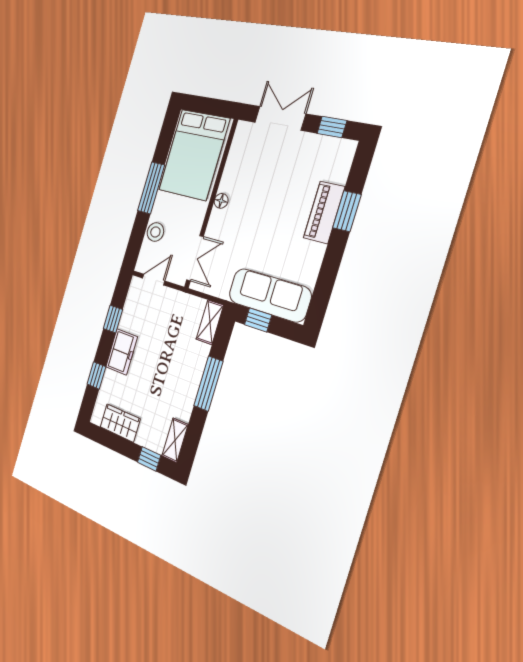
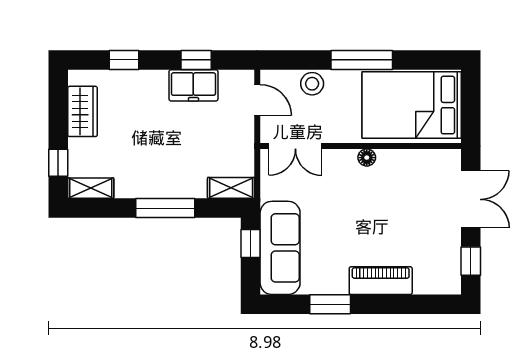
window: (347, 211) -> (330, 304), moved
freezer: (122, 352) -> (193, 85), moved

